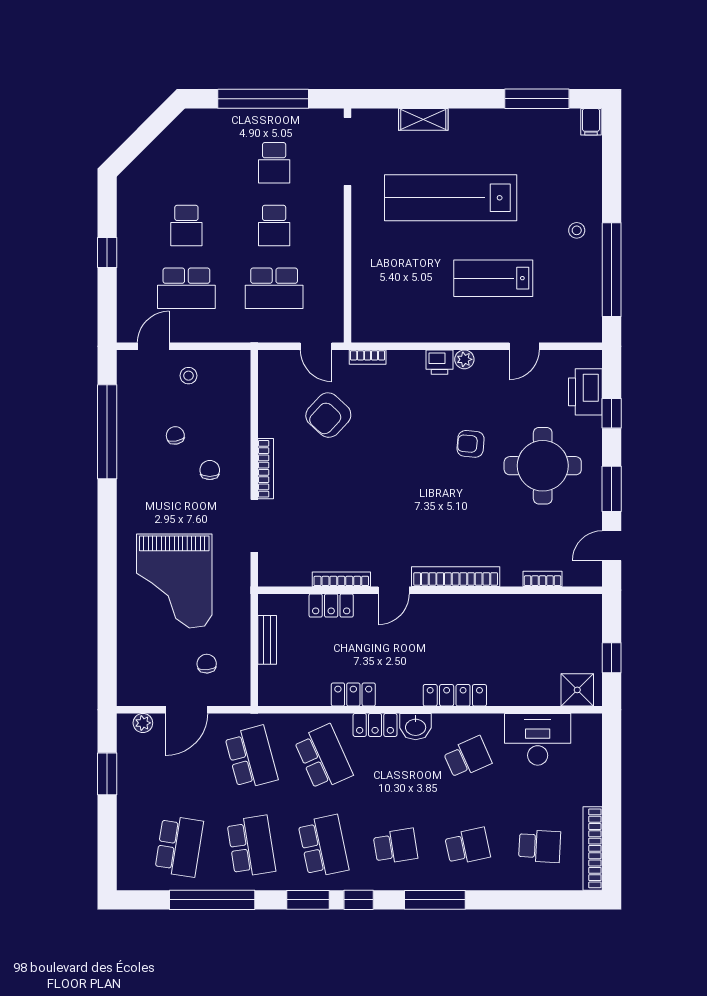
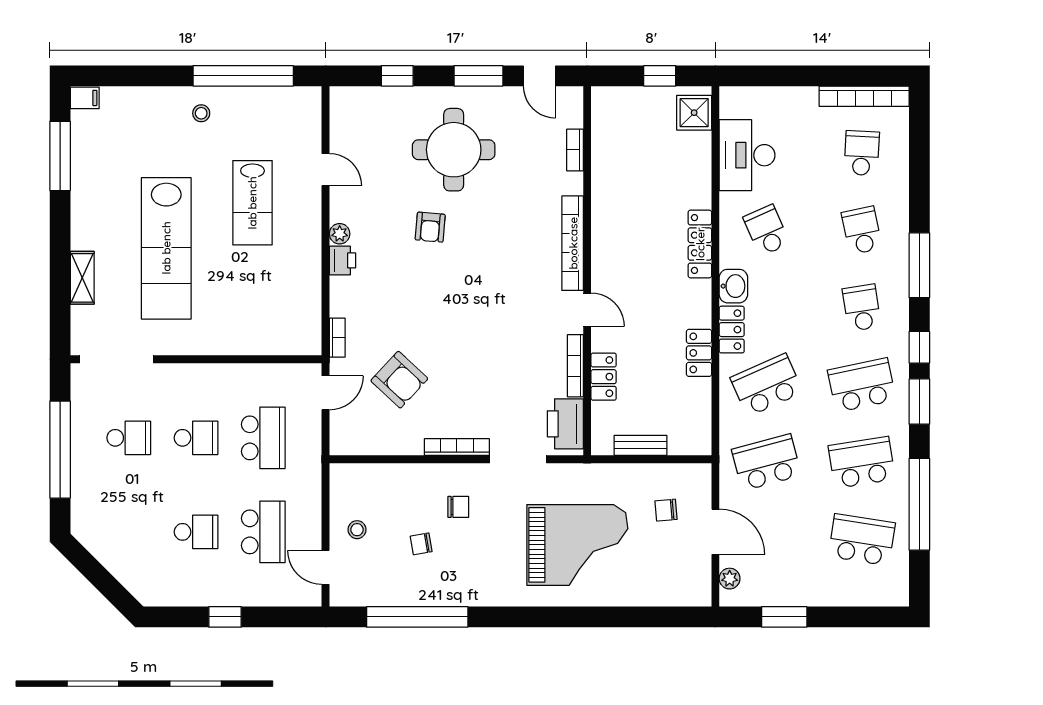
printer: (585, 392) -> (565, 424), moved, turned 90
chair: (210, 470) -> (458, 507), turned 180

